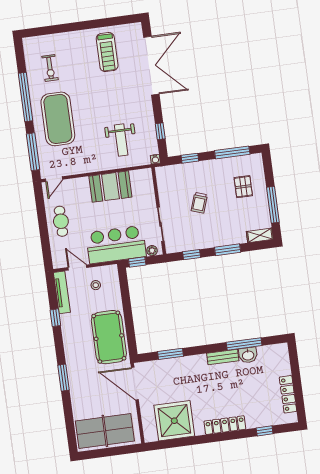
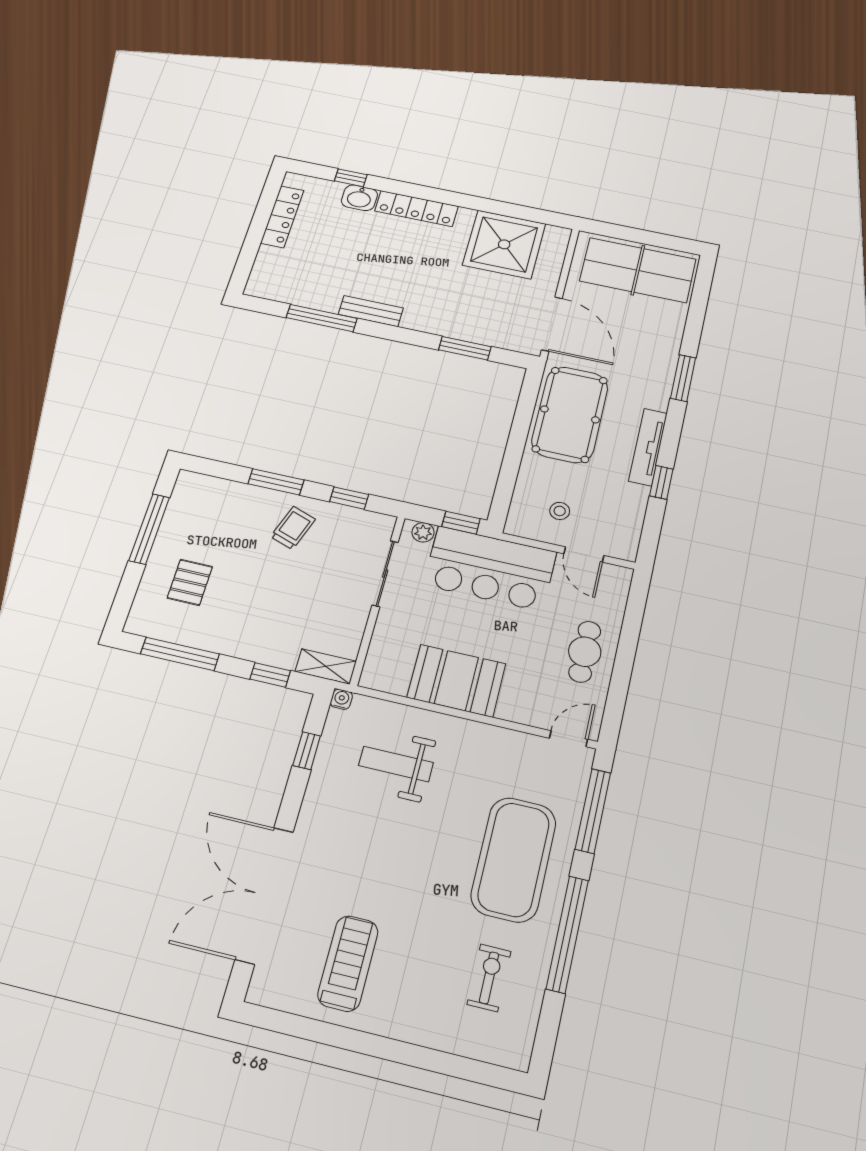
weight bench: (121, 140) -> (396, 764), turned -90
trolley: (199, 203) -> (293, 528), moved
shelving: (260, 235) -> (326, 666), moved
tv unit: (62, 292) -> (648, 447), moved
washbasin: (248, 355) -> (359, 198), moved, turned 180

